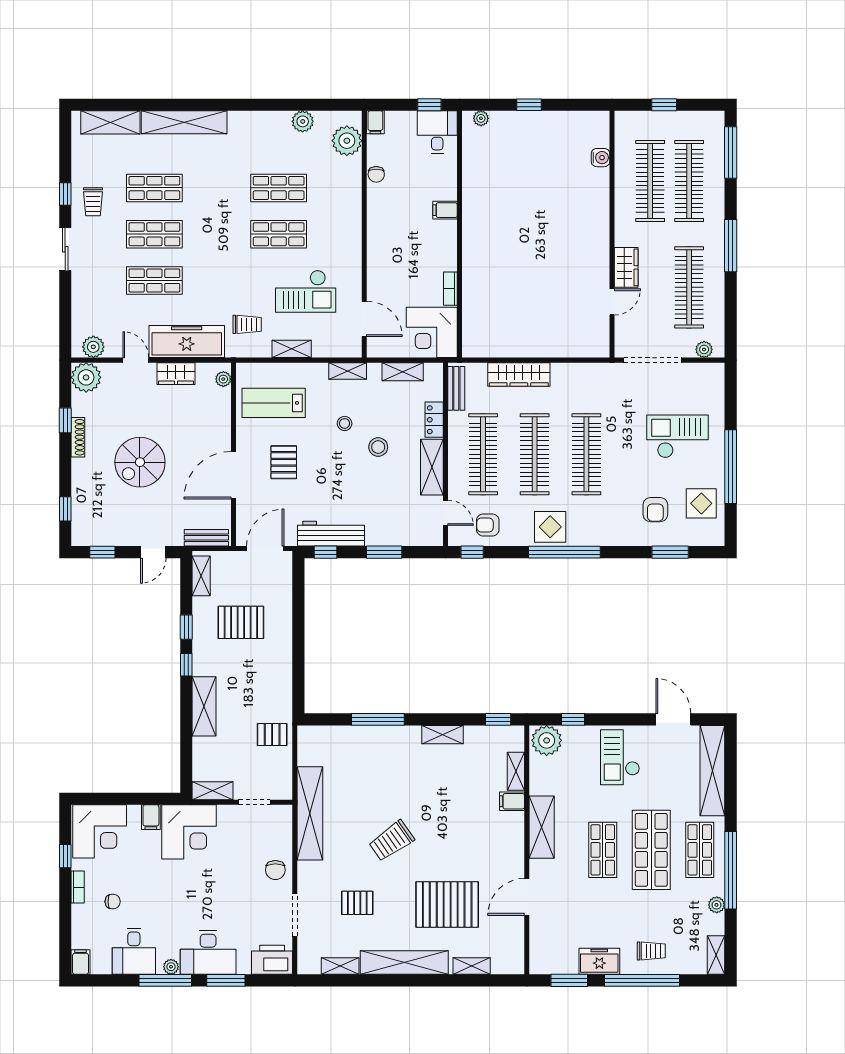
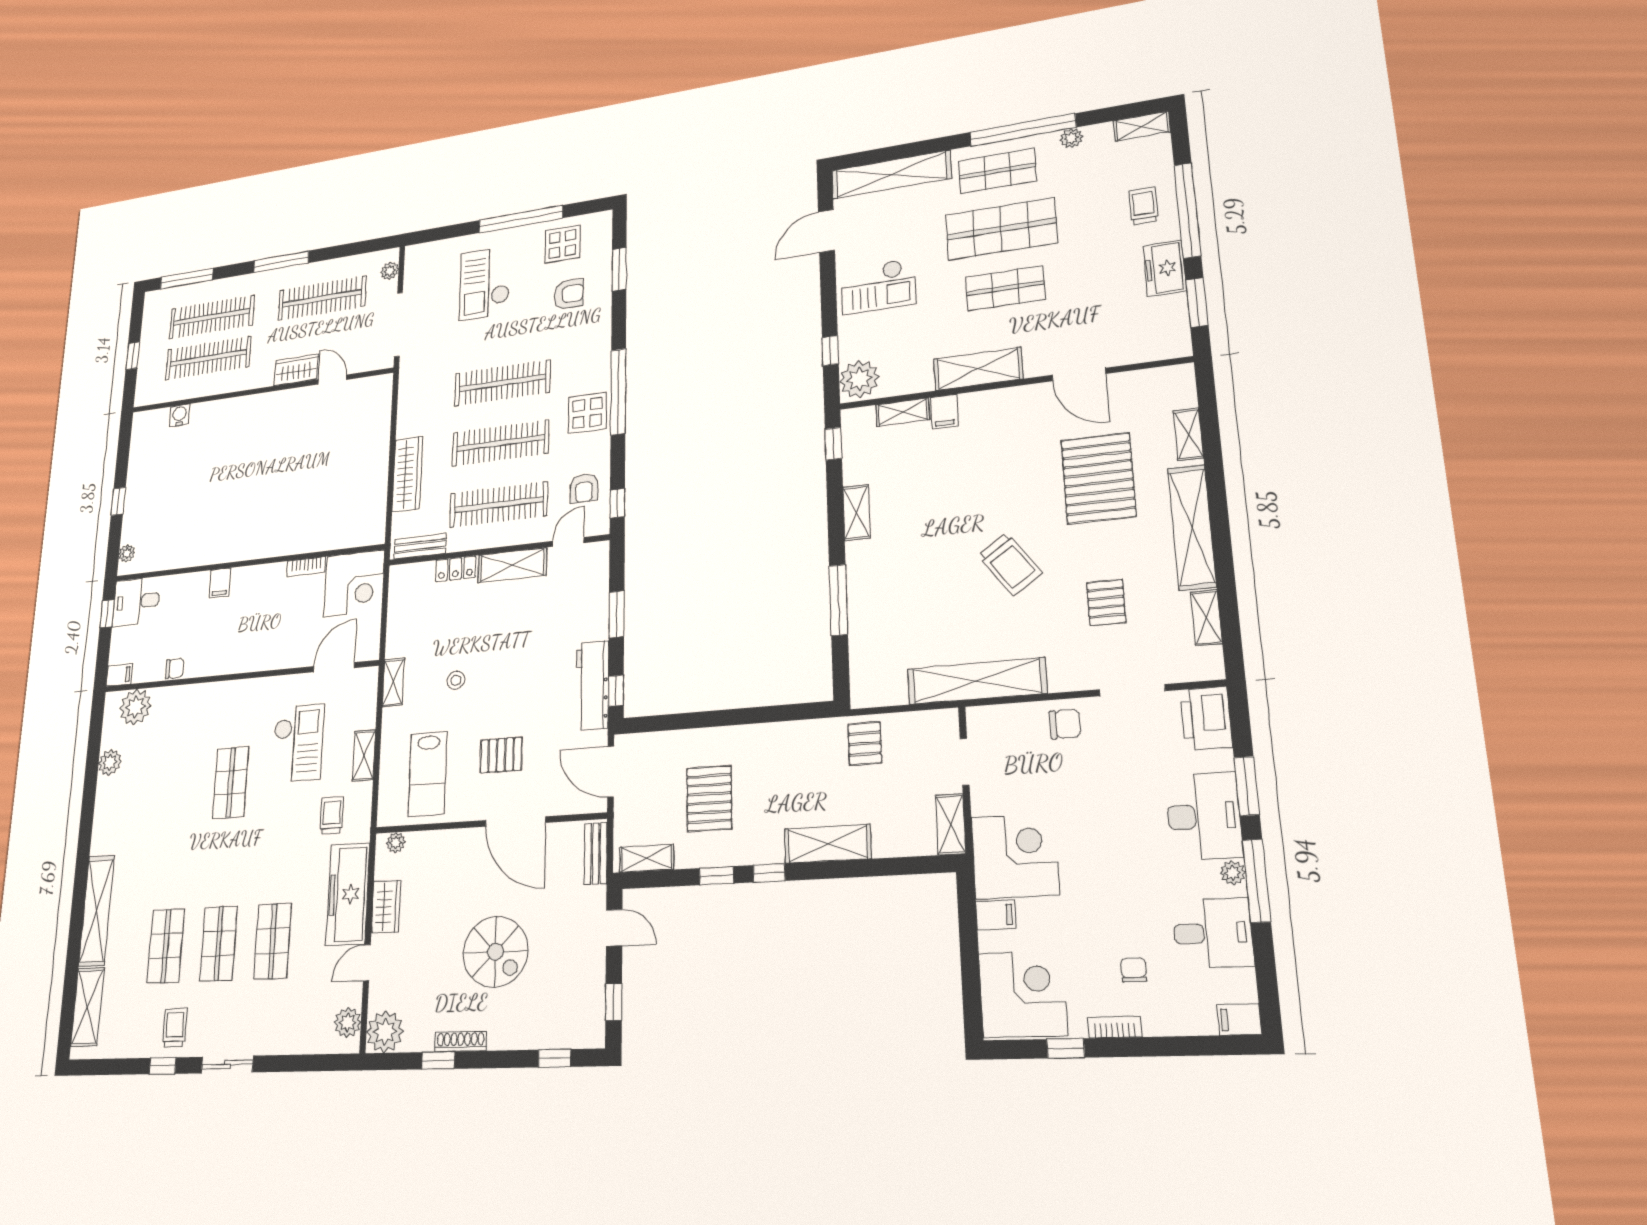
shop shelf: (279, 188) -> (179, 786), removed
trolley: (93, 202) -> (175, 1028), turned -90
shelving: (403, 372) -> (398, 614), removed
stool: (378, 447) -> (486, 635), removed

